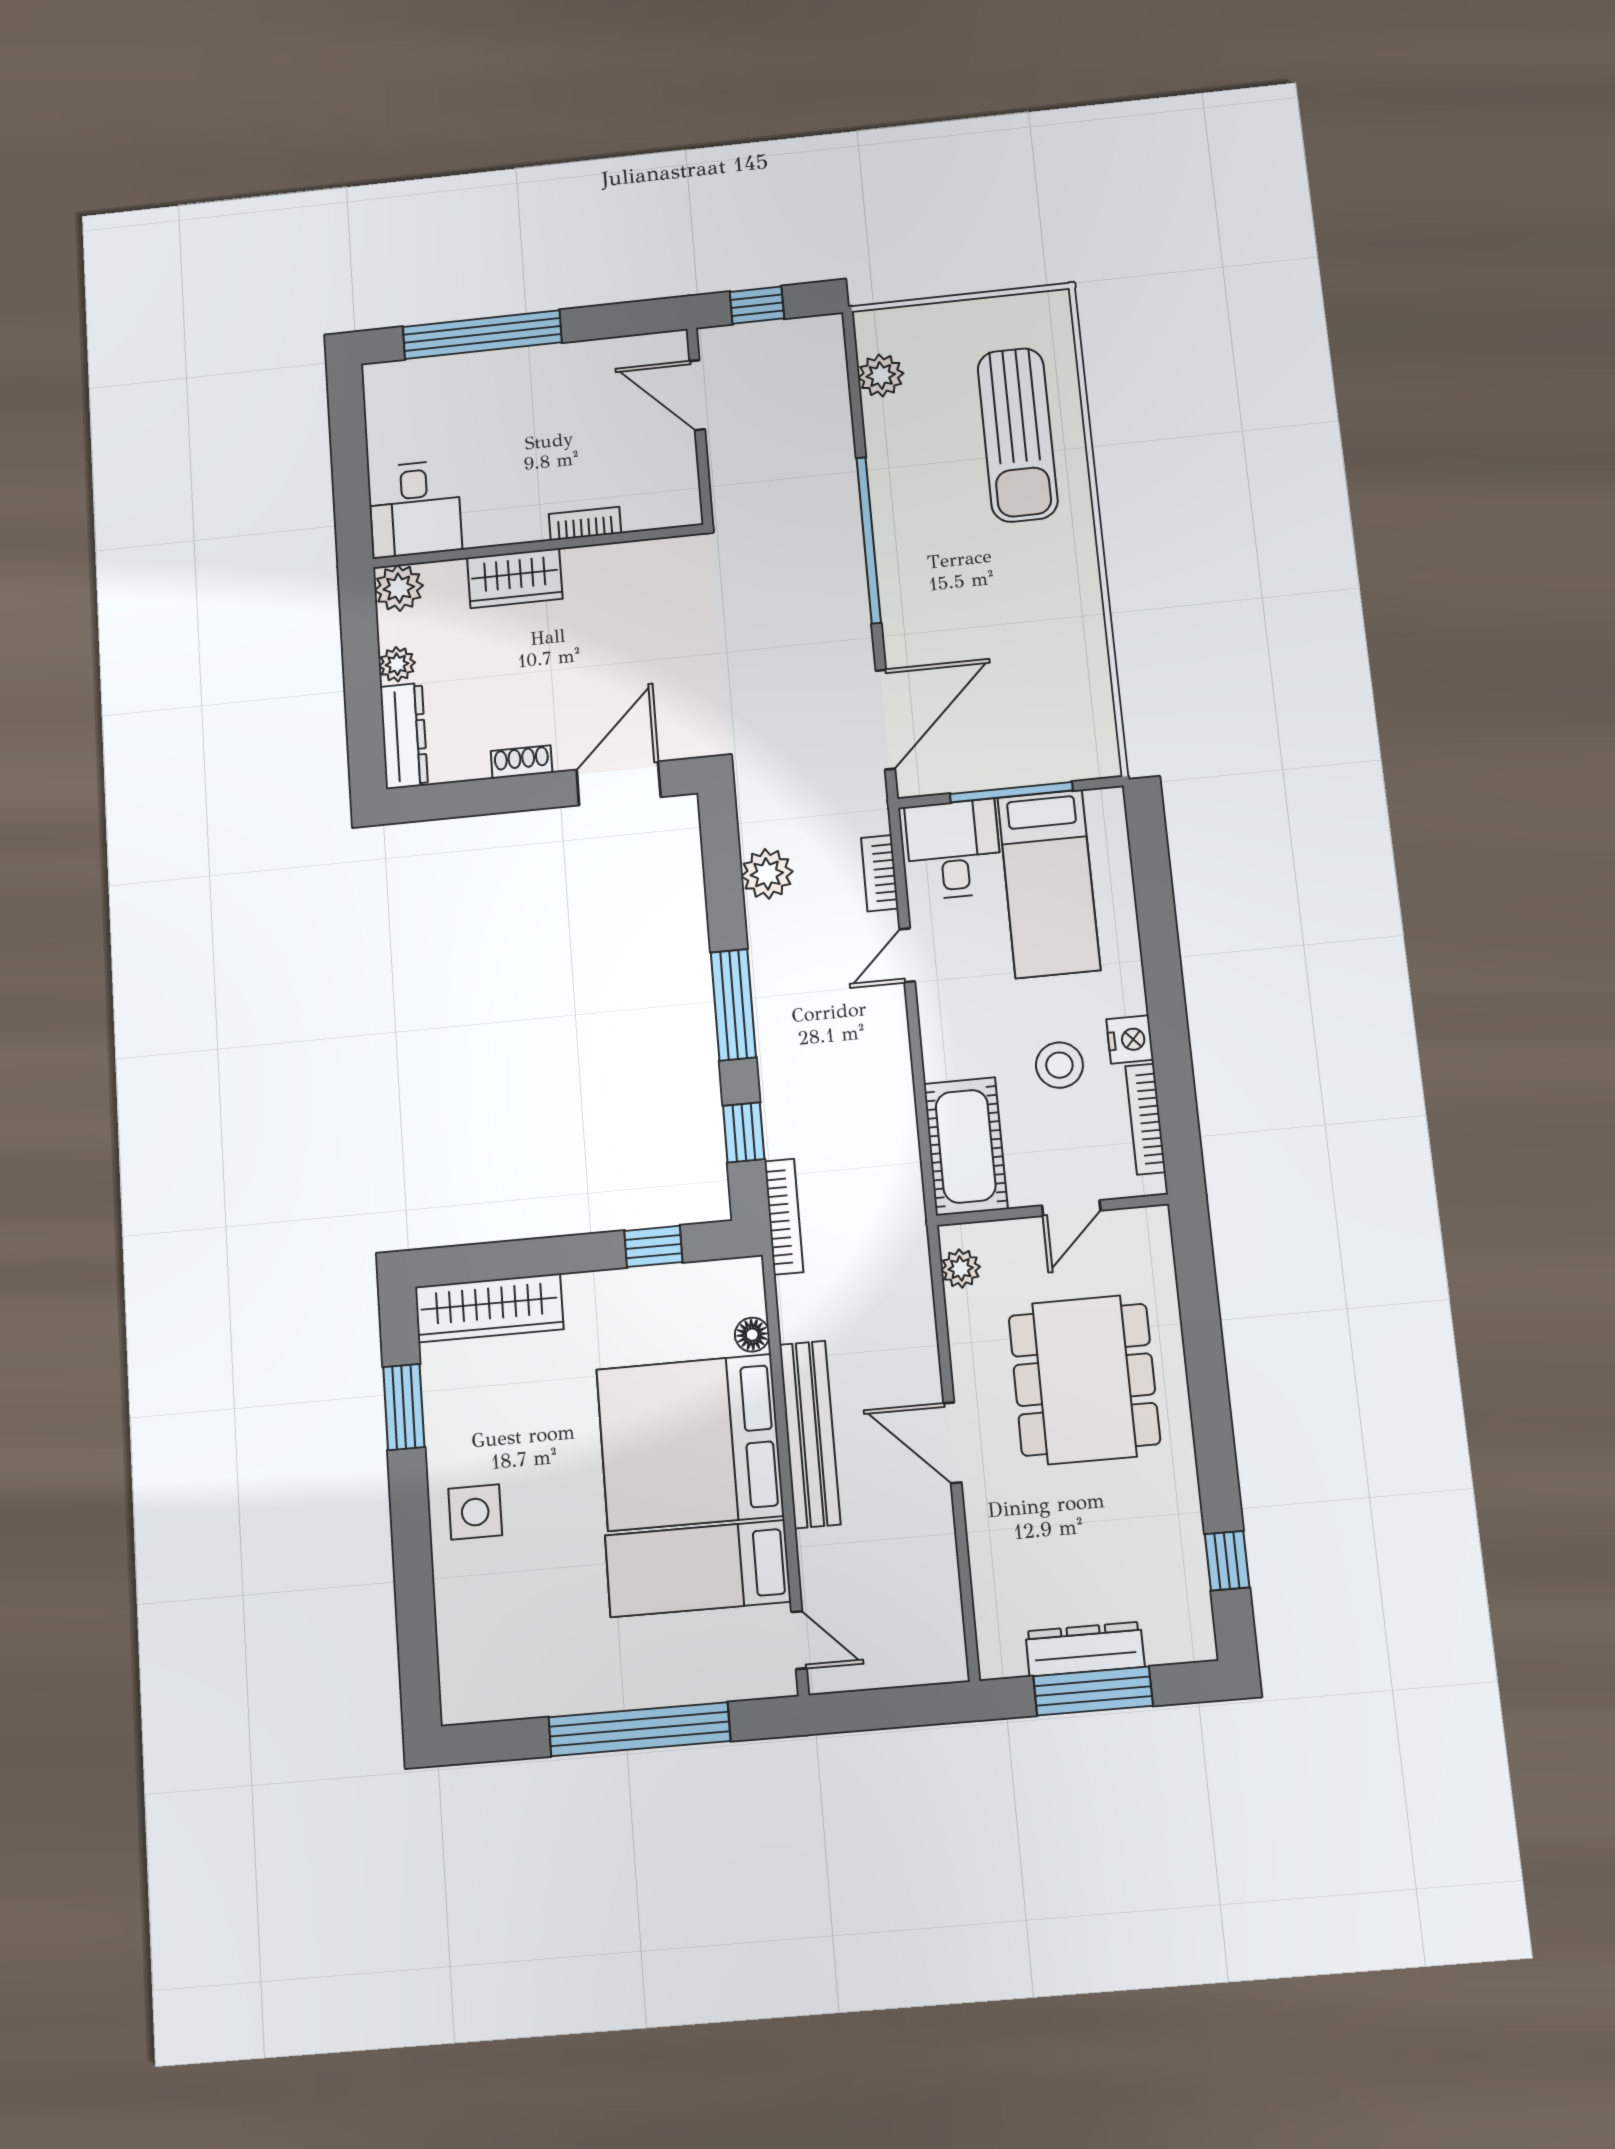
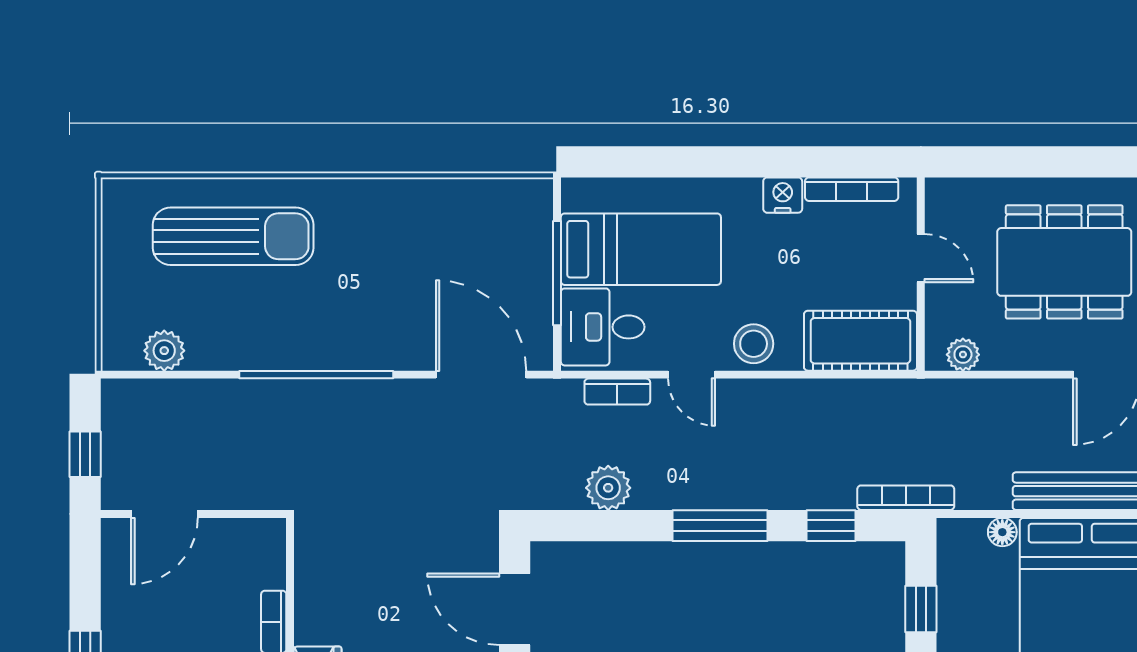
stool: (1059, 1065) -> (754, 344), moved

